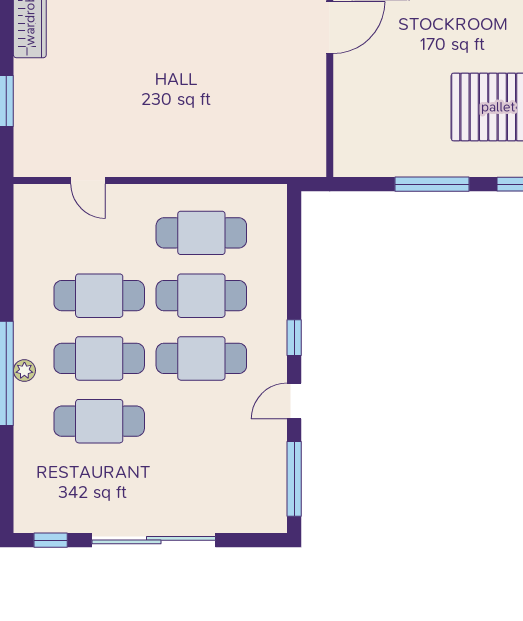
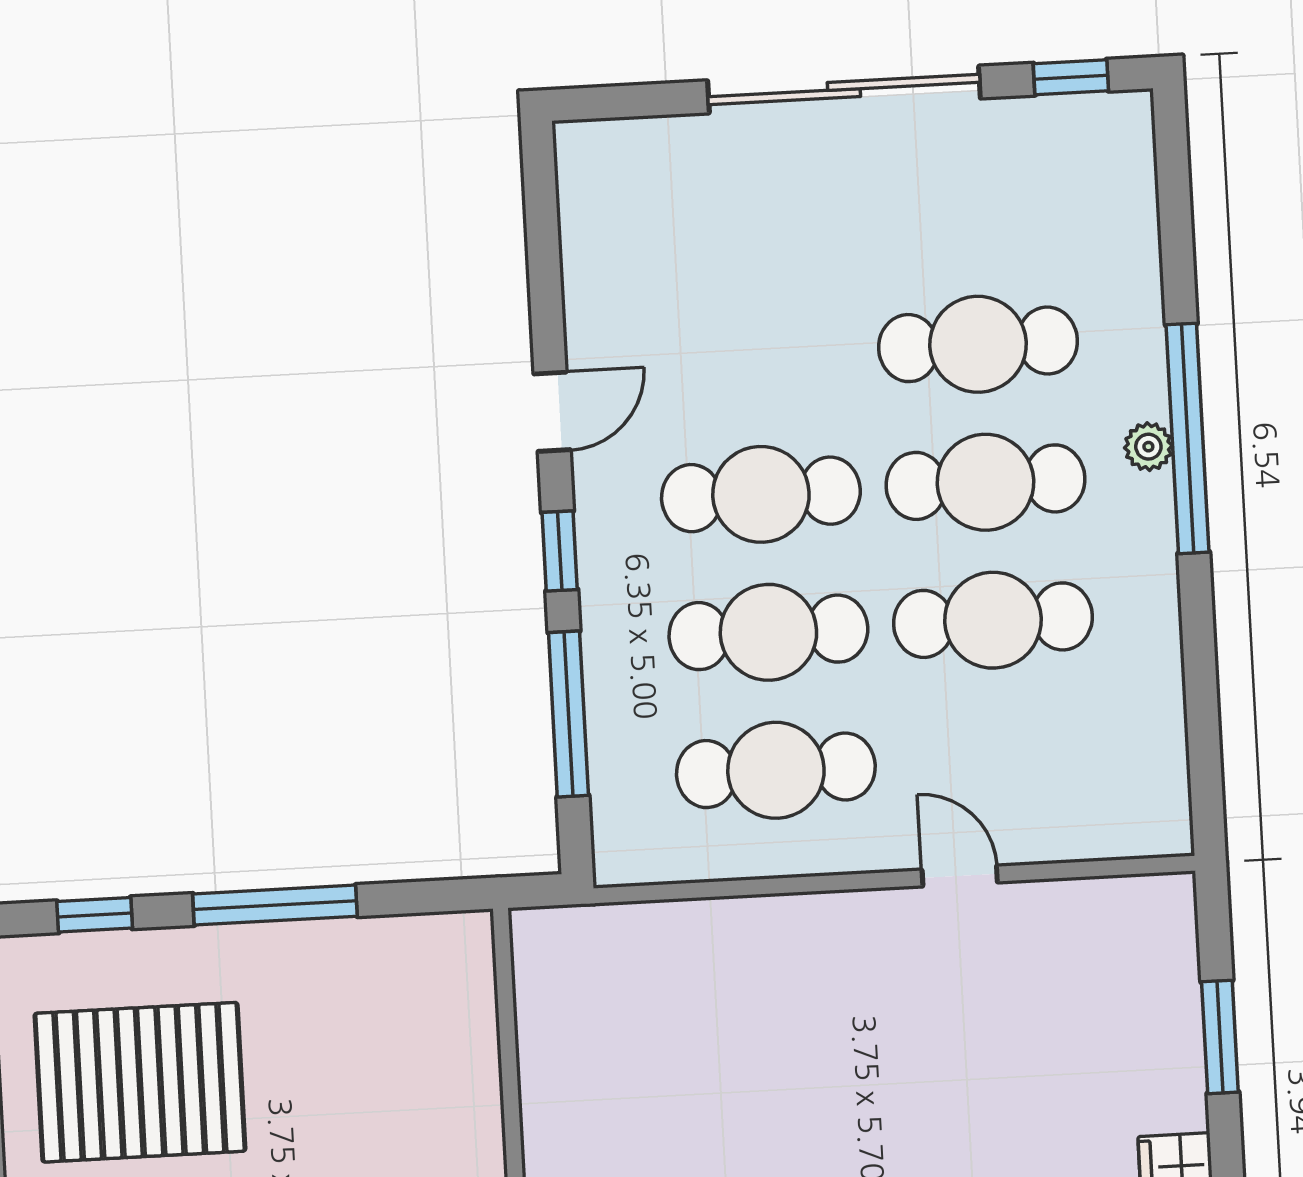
door: (88, 180) -> (960, 876), moved
window: (294, 479) -> (568, 714), moved

